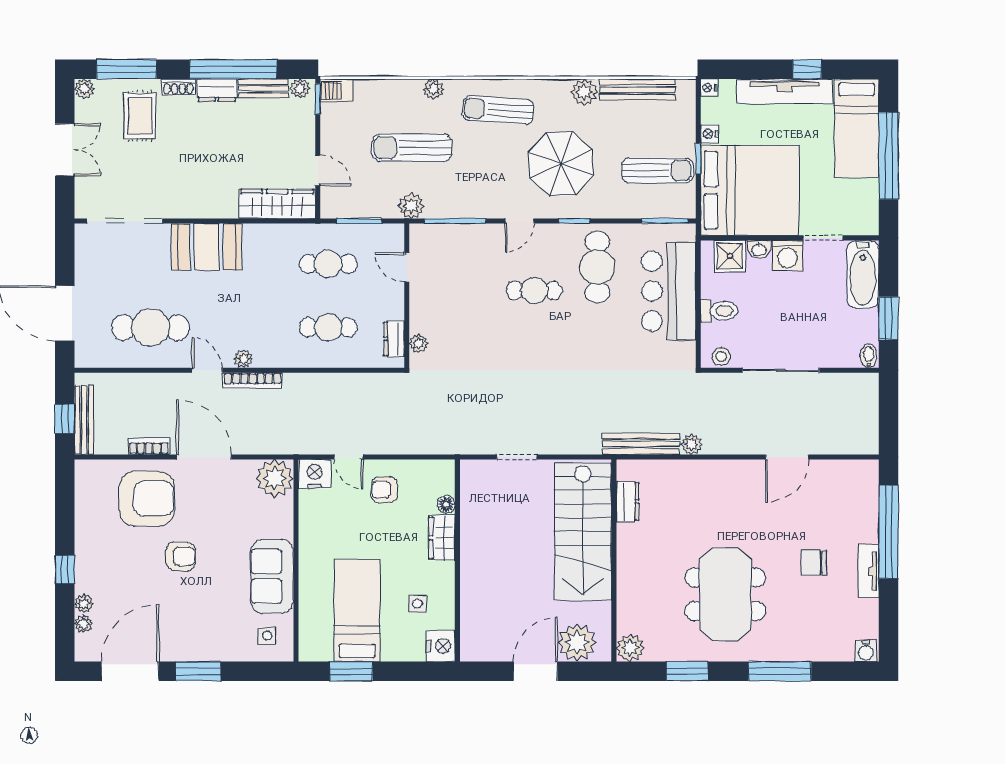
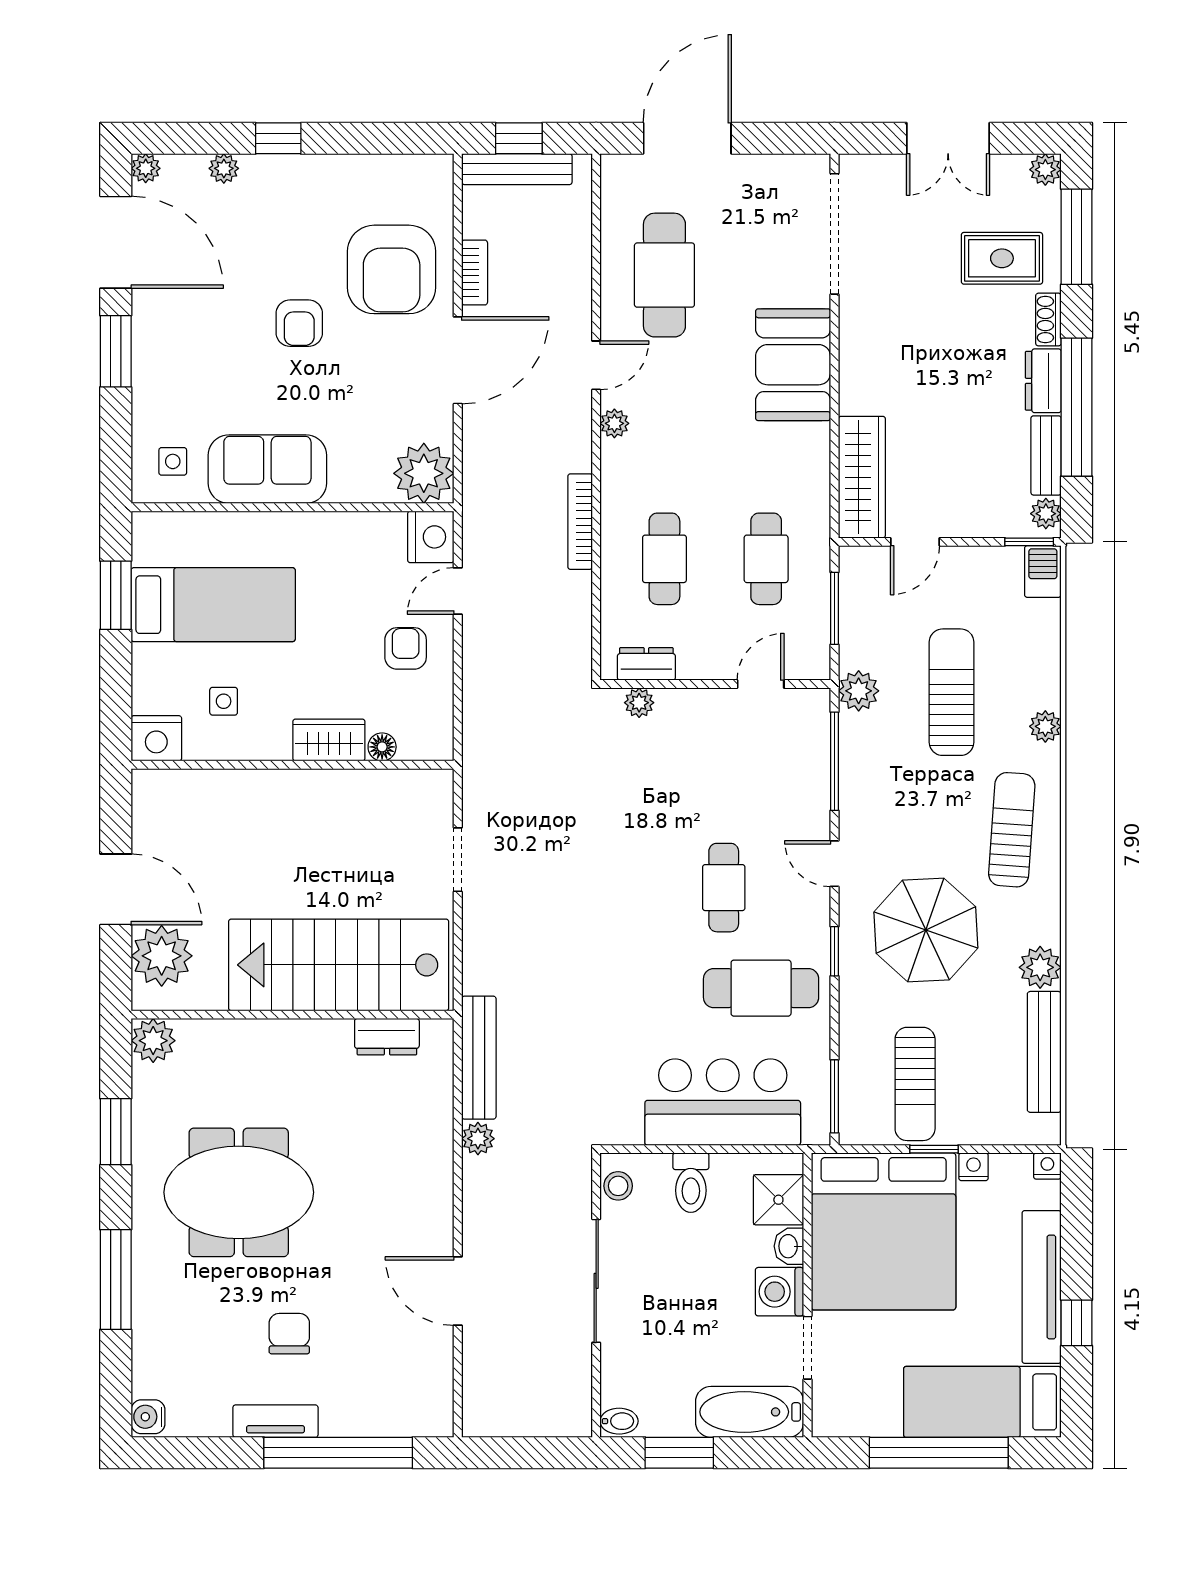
bookcase: (253, 380) -> (580, 522), moved
plant: (84, 624) -> (146, 168), moved

